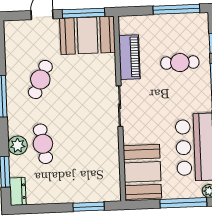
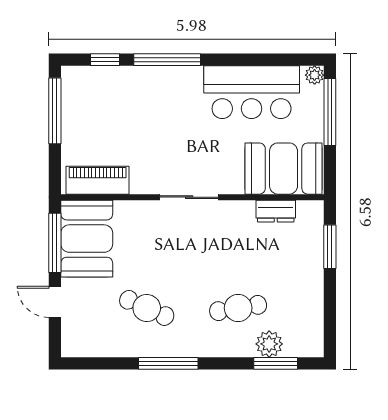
piano: (129, 57) -> (98, 180), moved
cafe table: (180, 63) -> (131, 109), removed
plant: (18, 145) -> (269, 344), moved
dresser: (18, 191) -> (276, 211), moved, turned 180

